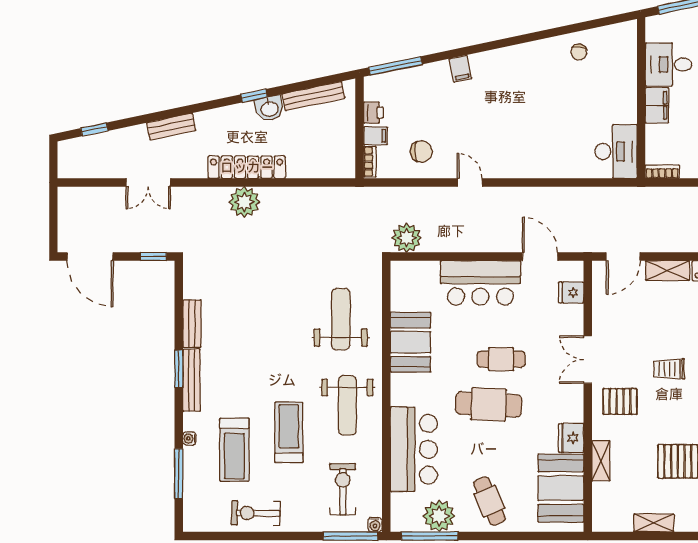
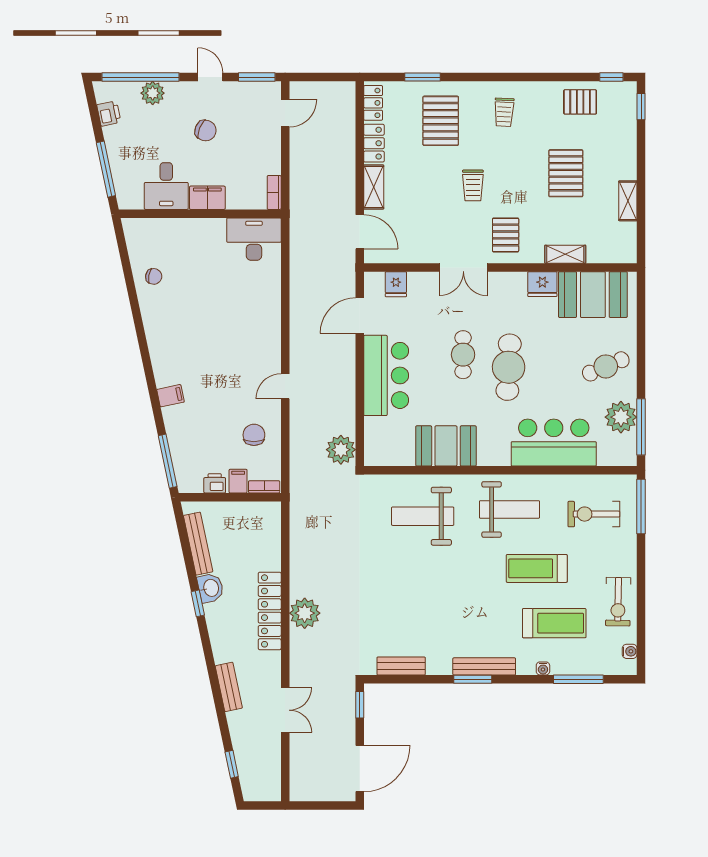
bench: (192, 324) -> (401, 666), moved
water cooler: (375, 525) -> (630, 651), moved

